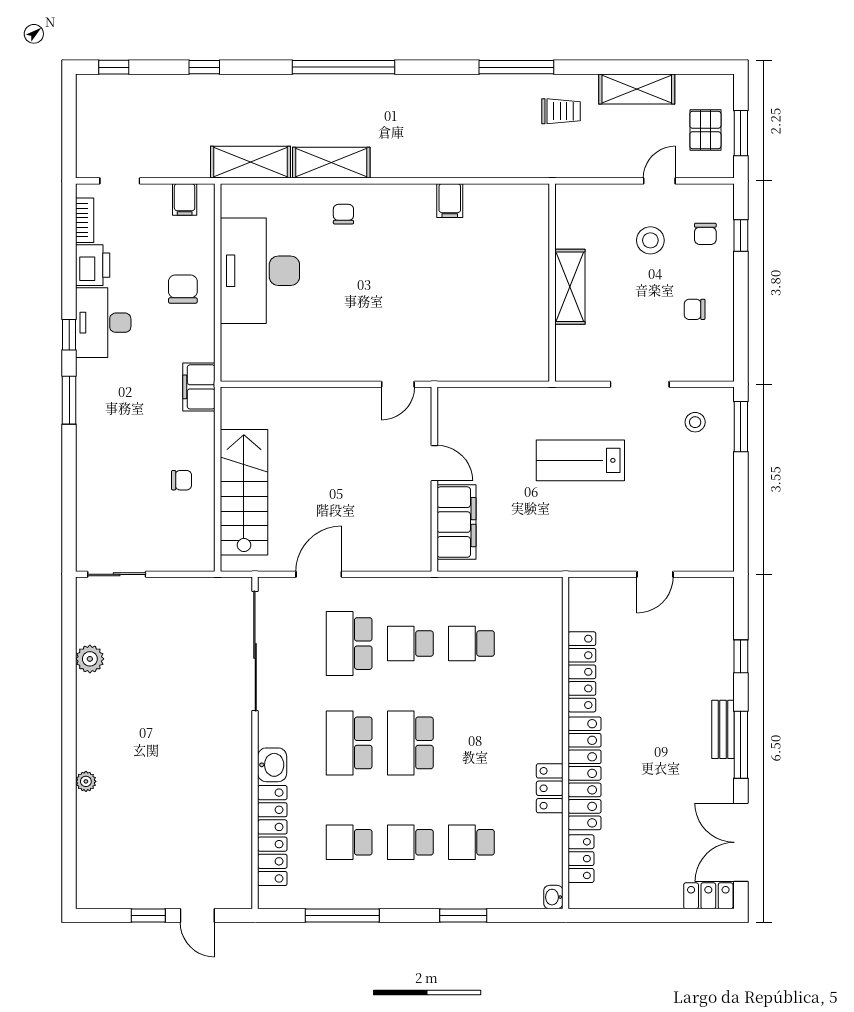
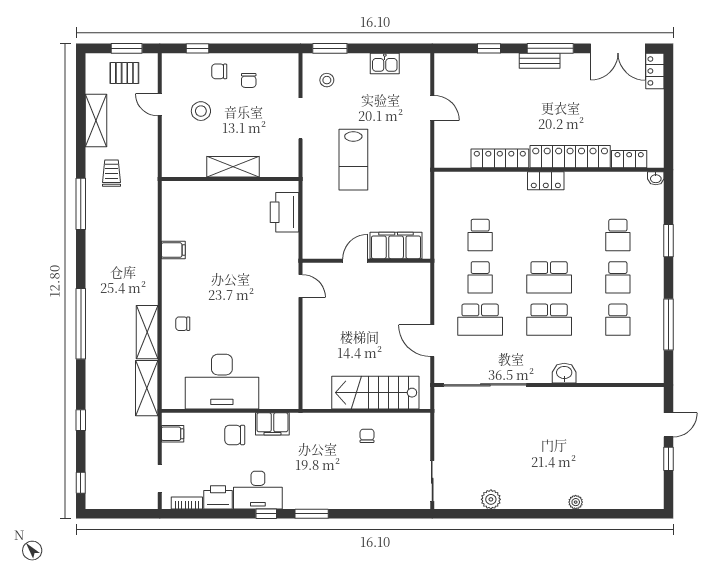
chair: (705, 234) -> (219, 71), moved, turned 180
printer: (504, 361) -> (285, 212), added
filing cabinet: (199, 387) -> (272, 424), moved
kitchen sink: (719, 506) -> (385, 63), added
locker: (550, 788) -> (546, 181), moved
locker: (272, 836) -> (613, 373), removed

